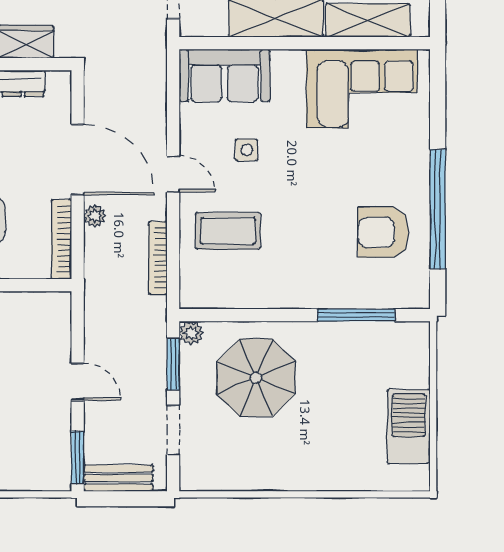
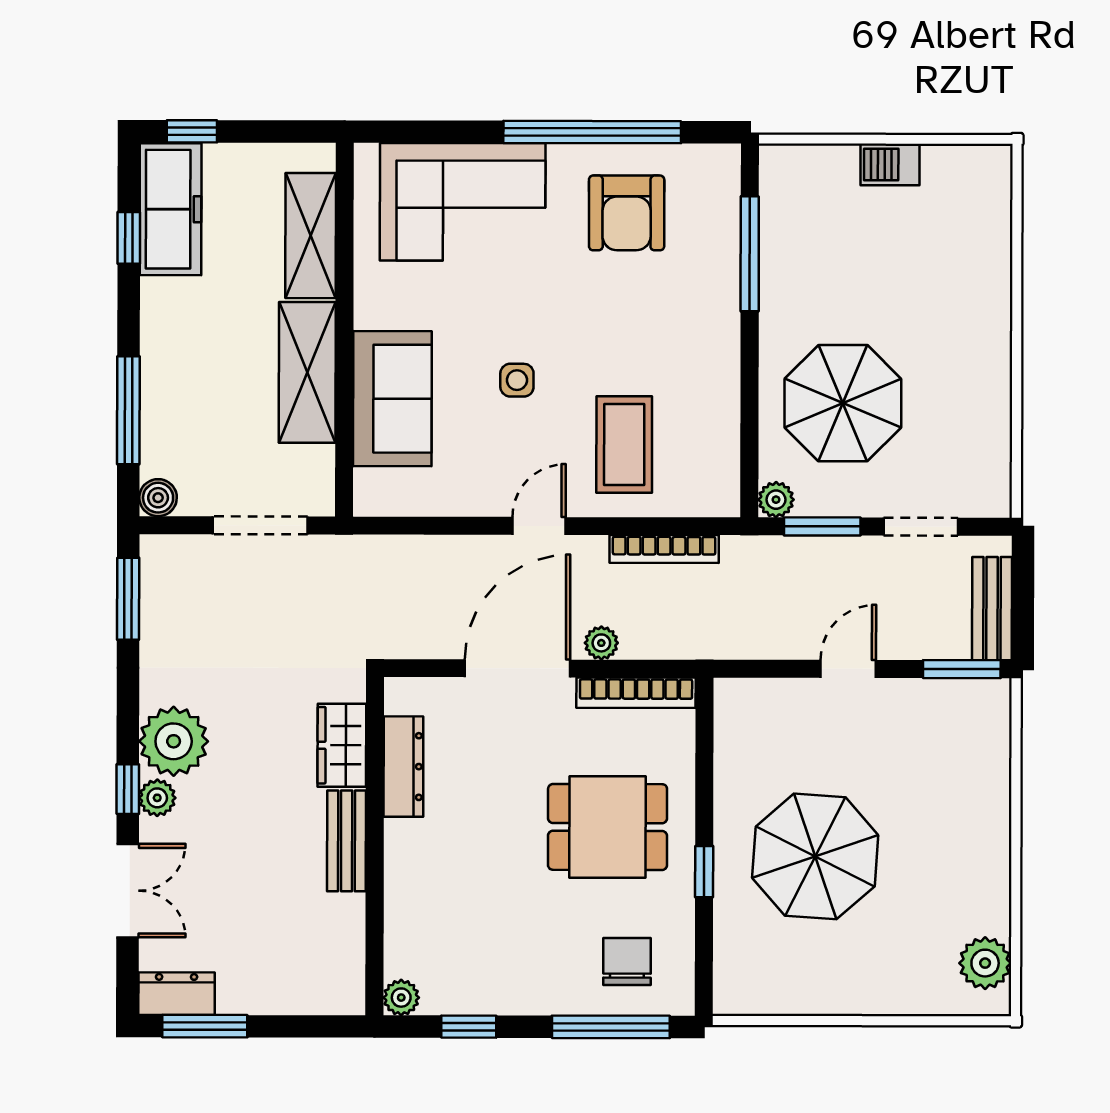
sofa: (225, 75) -> (392, 399), moved
corner sofa: (362, 89) -> (463, 202), moved, turned 90
side table: (247, 150) -> (517, 380), moved
barbecue: (409, 427) -> (890, 165), width x0.53, depth x0.65

